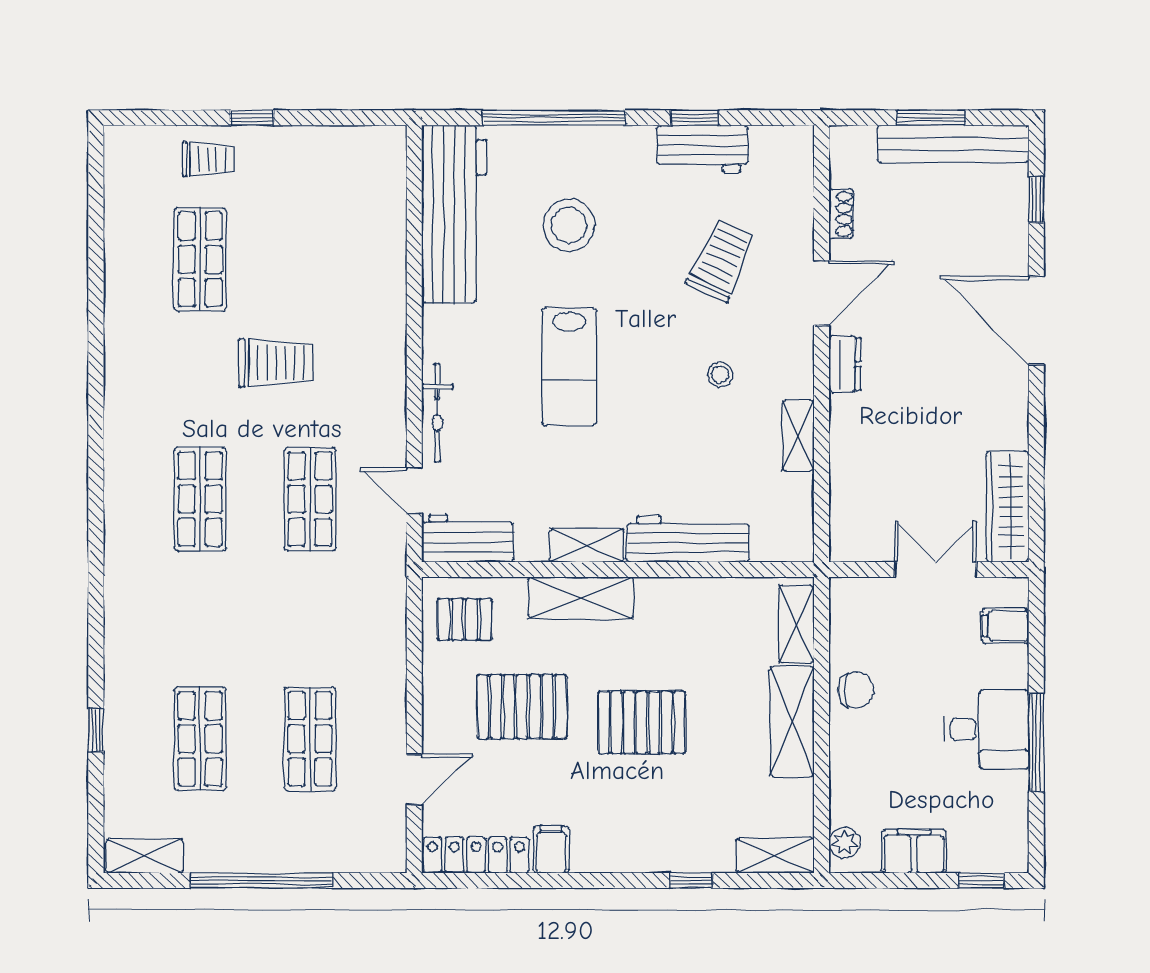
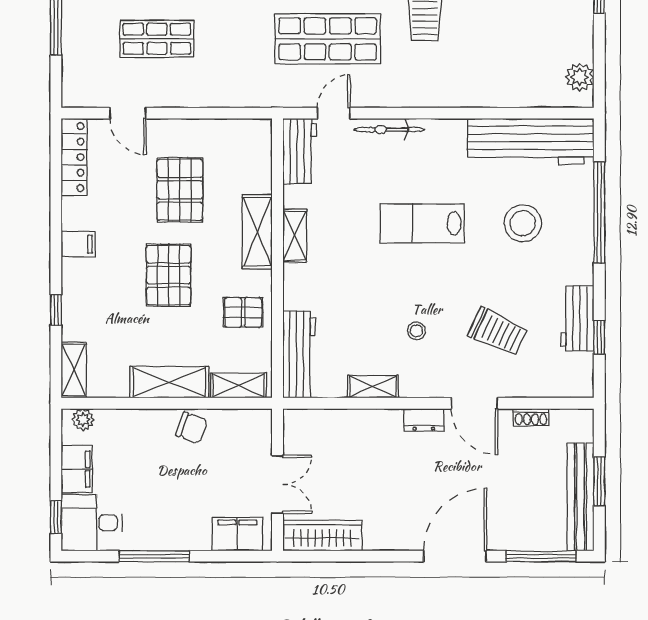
window: (695, 118) -> (599, 337), moved
plant: (364, 145) -> (580, 77), added
window: (1036, 199) -> (541, 556), width x2.17
shop shelf: (310, 499) -> (328, 39), width x1.43, depth x1.36
workbench: (688, 539) -> (299, 355), moved
pallet: (465, 619) -> (243, 312), moved, turned 90
filing cabinet: (1005, 626) -> (237, 534), width x2.00
chair: (856, 690) -> (192, 428), turned -70
desk: (986, 729) -> (92, 523), moved, turned 90
filing cabinet: (551, 849) -> (78, 244), moved

